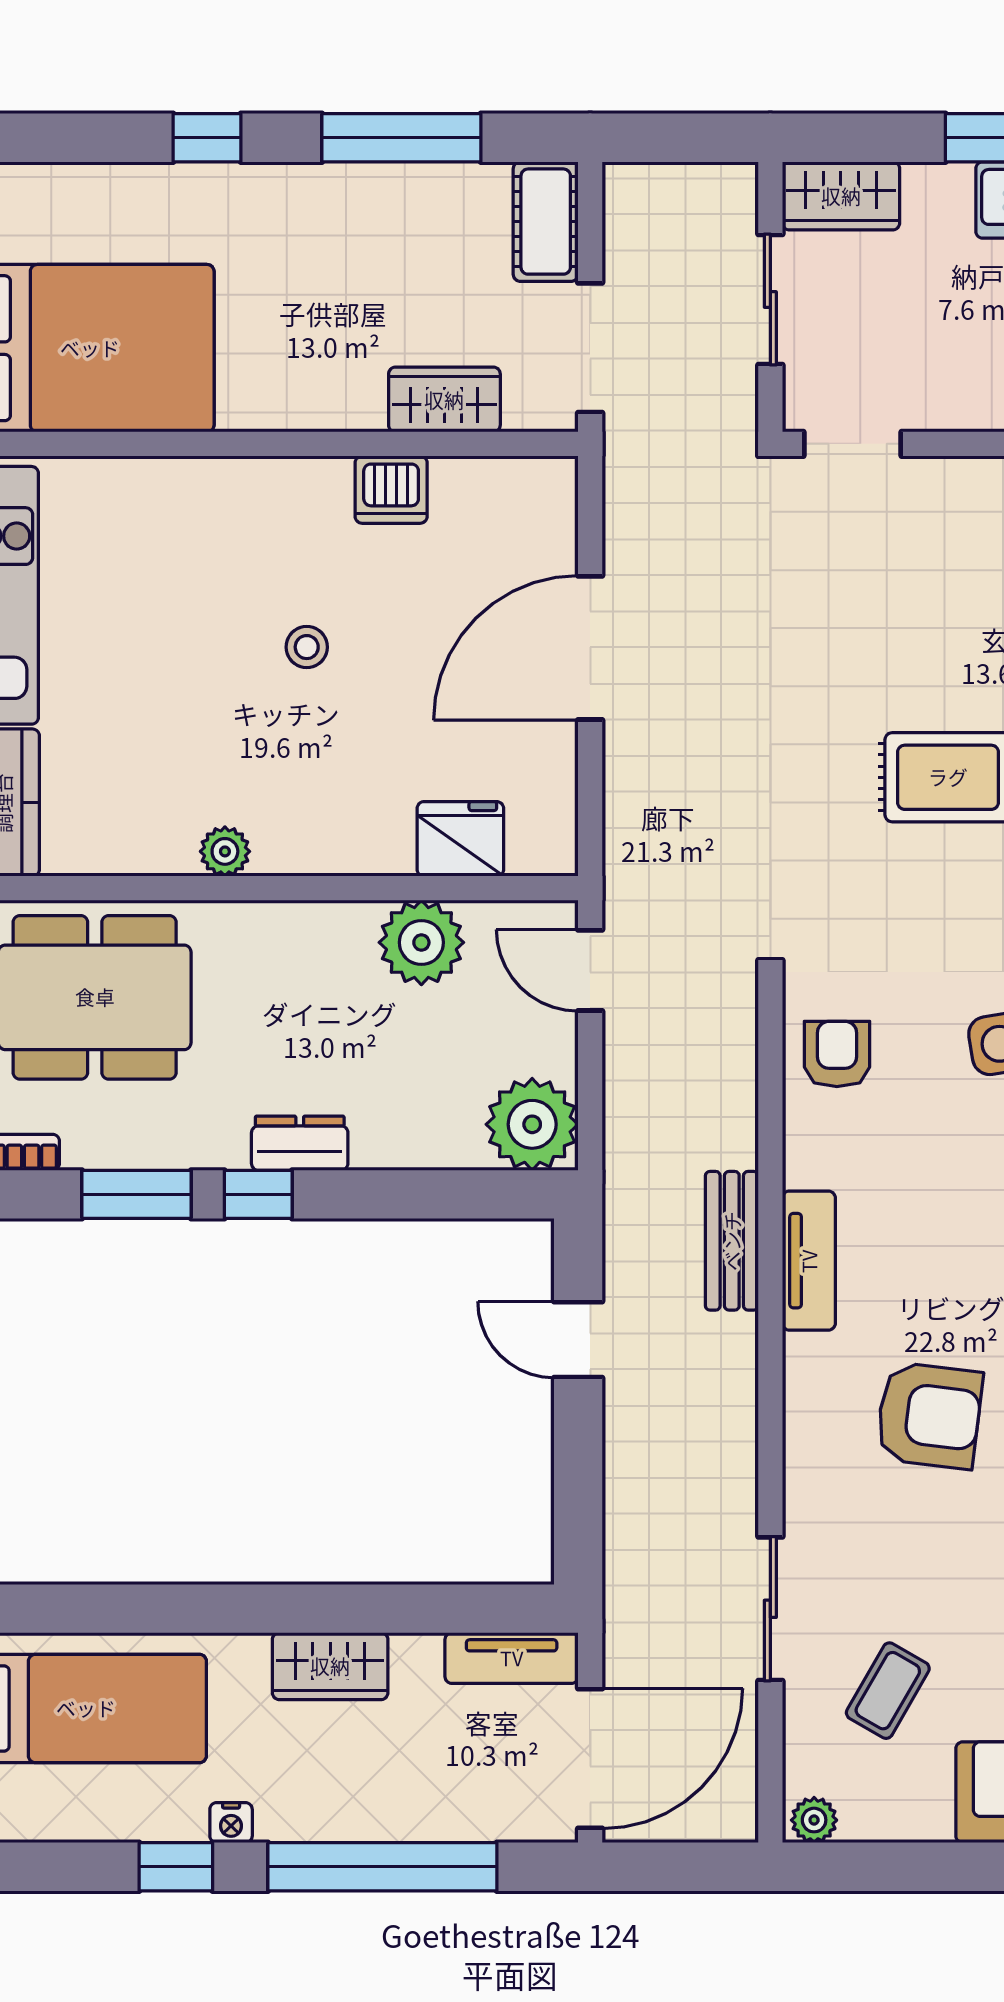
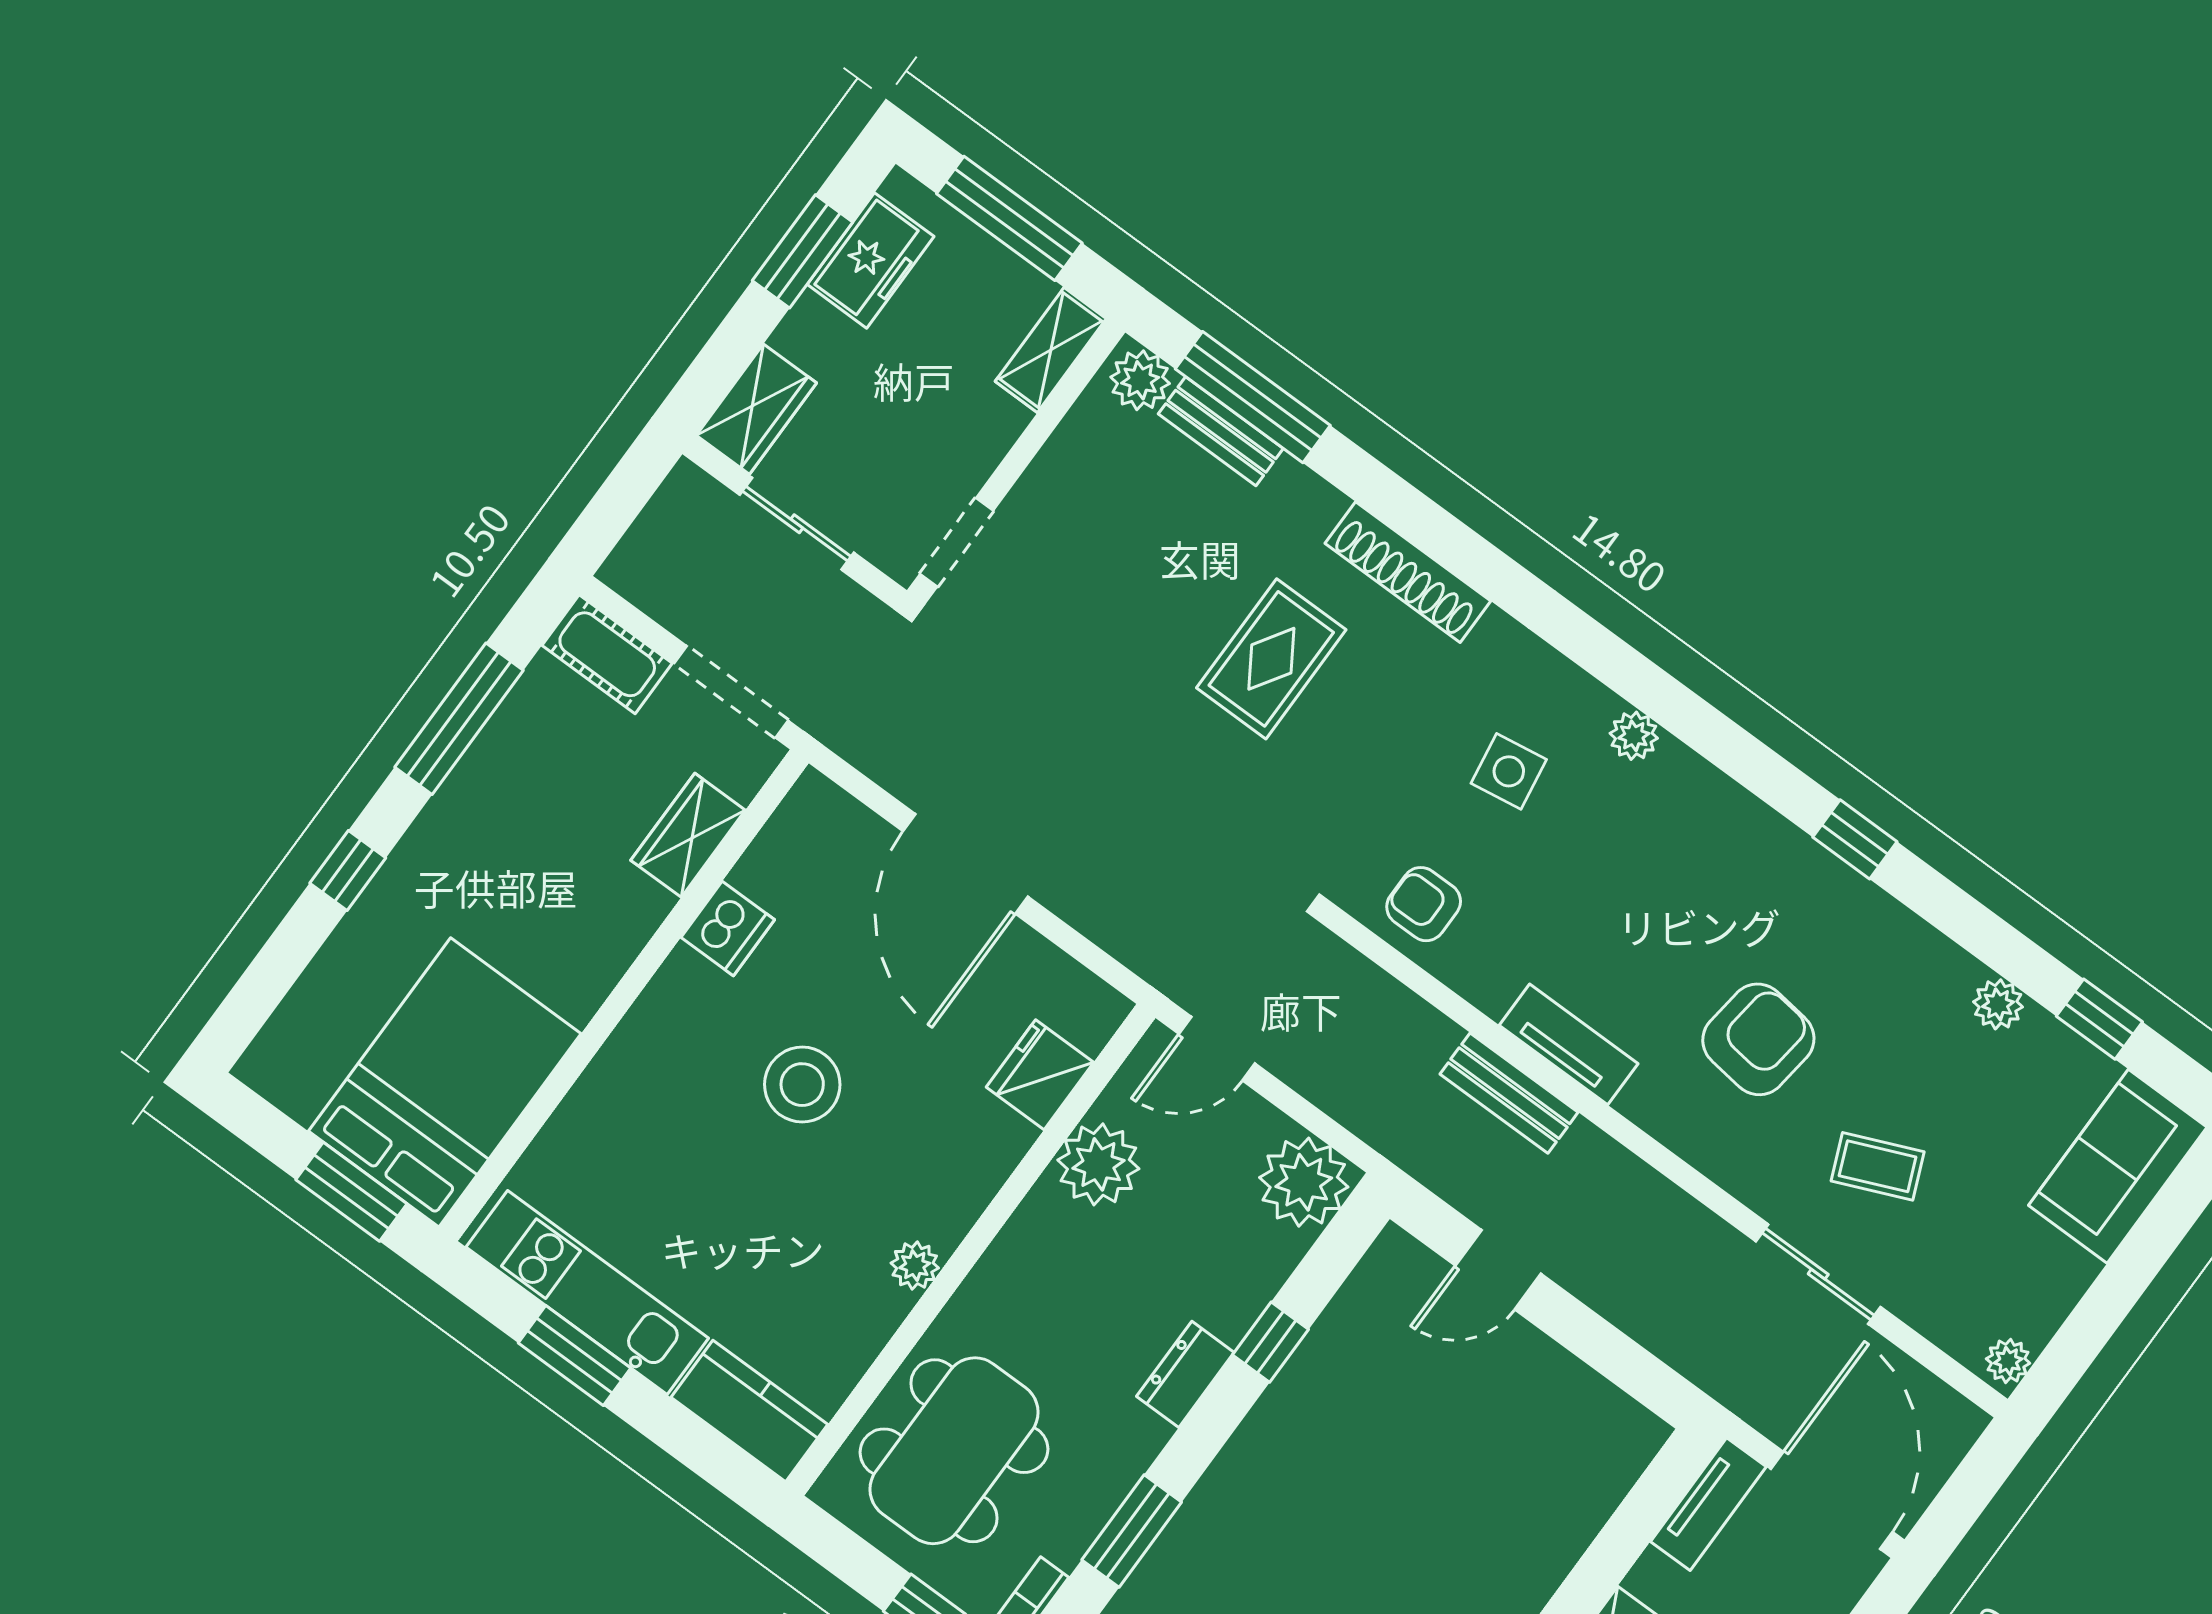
stool: (307, 647) -> (802, 1085), width x1.89, depth x1.89
window: (258, 1194) -> (1270, 1342), moved
coffee table: (888, 1691) -> (1878, 1166), moved, turned -53

